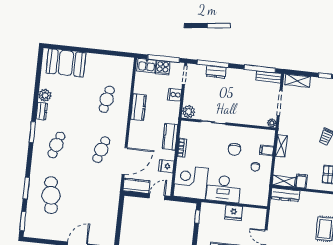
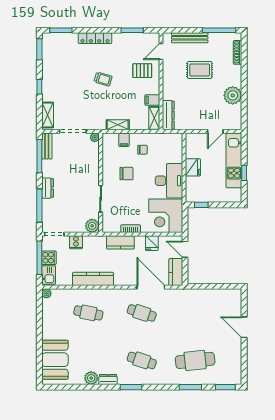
plant: (129, 62) -> (47, 293), added
dresser: (216, 72) -> (48, 188), moved
kitchen counter: (138, 107) -> (93, 279), width x1.50

